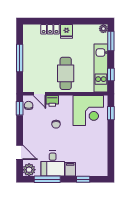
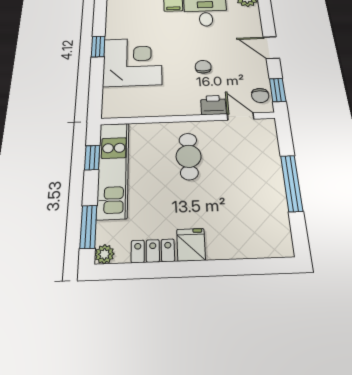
locker: (50, 29) -> (153, 251), moved
cafe table: (66, 73) -> (189, 156), width x0.73, depth x0.74
corner desk: (88, 111) -> (132, 62), moved, turned 90
window: (111, 113) -> (98, 46), moved
door: (20, 152) -> (271, 48), moved

